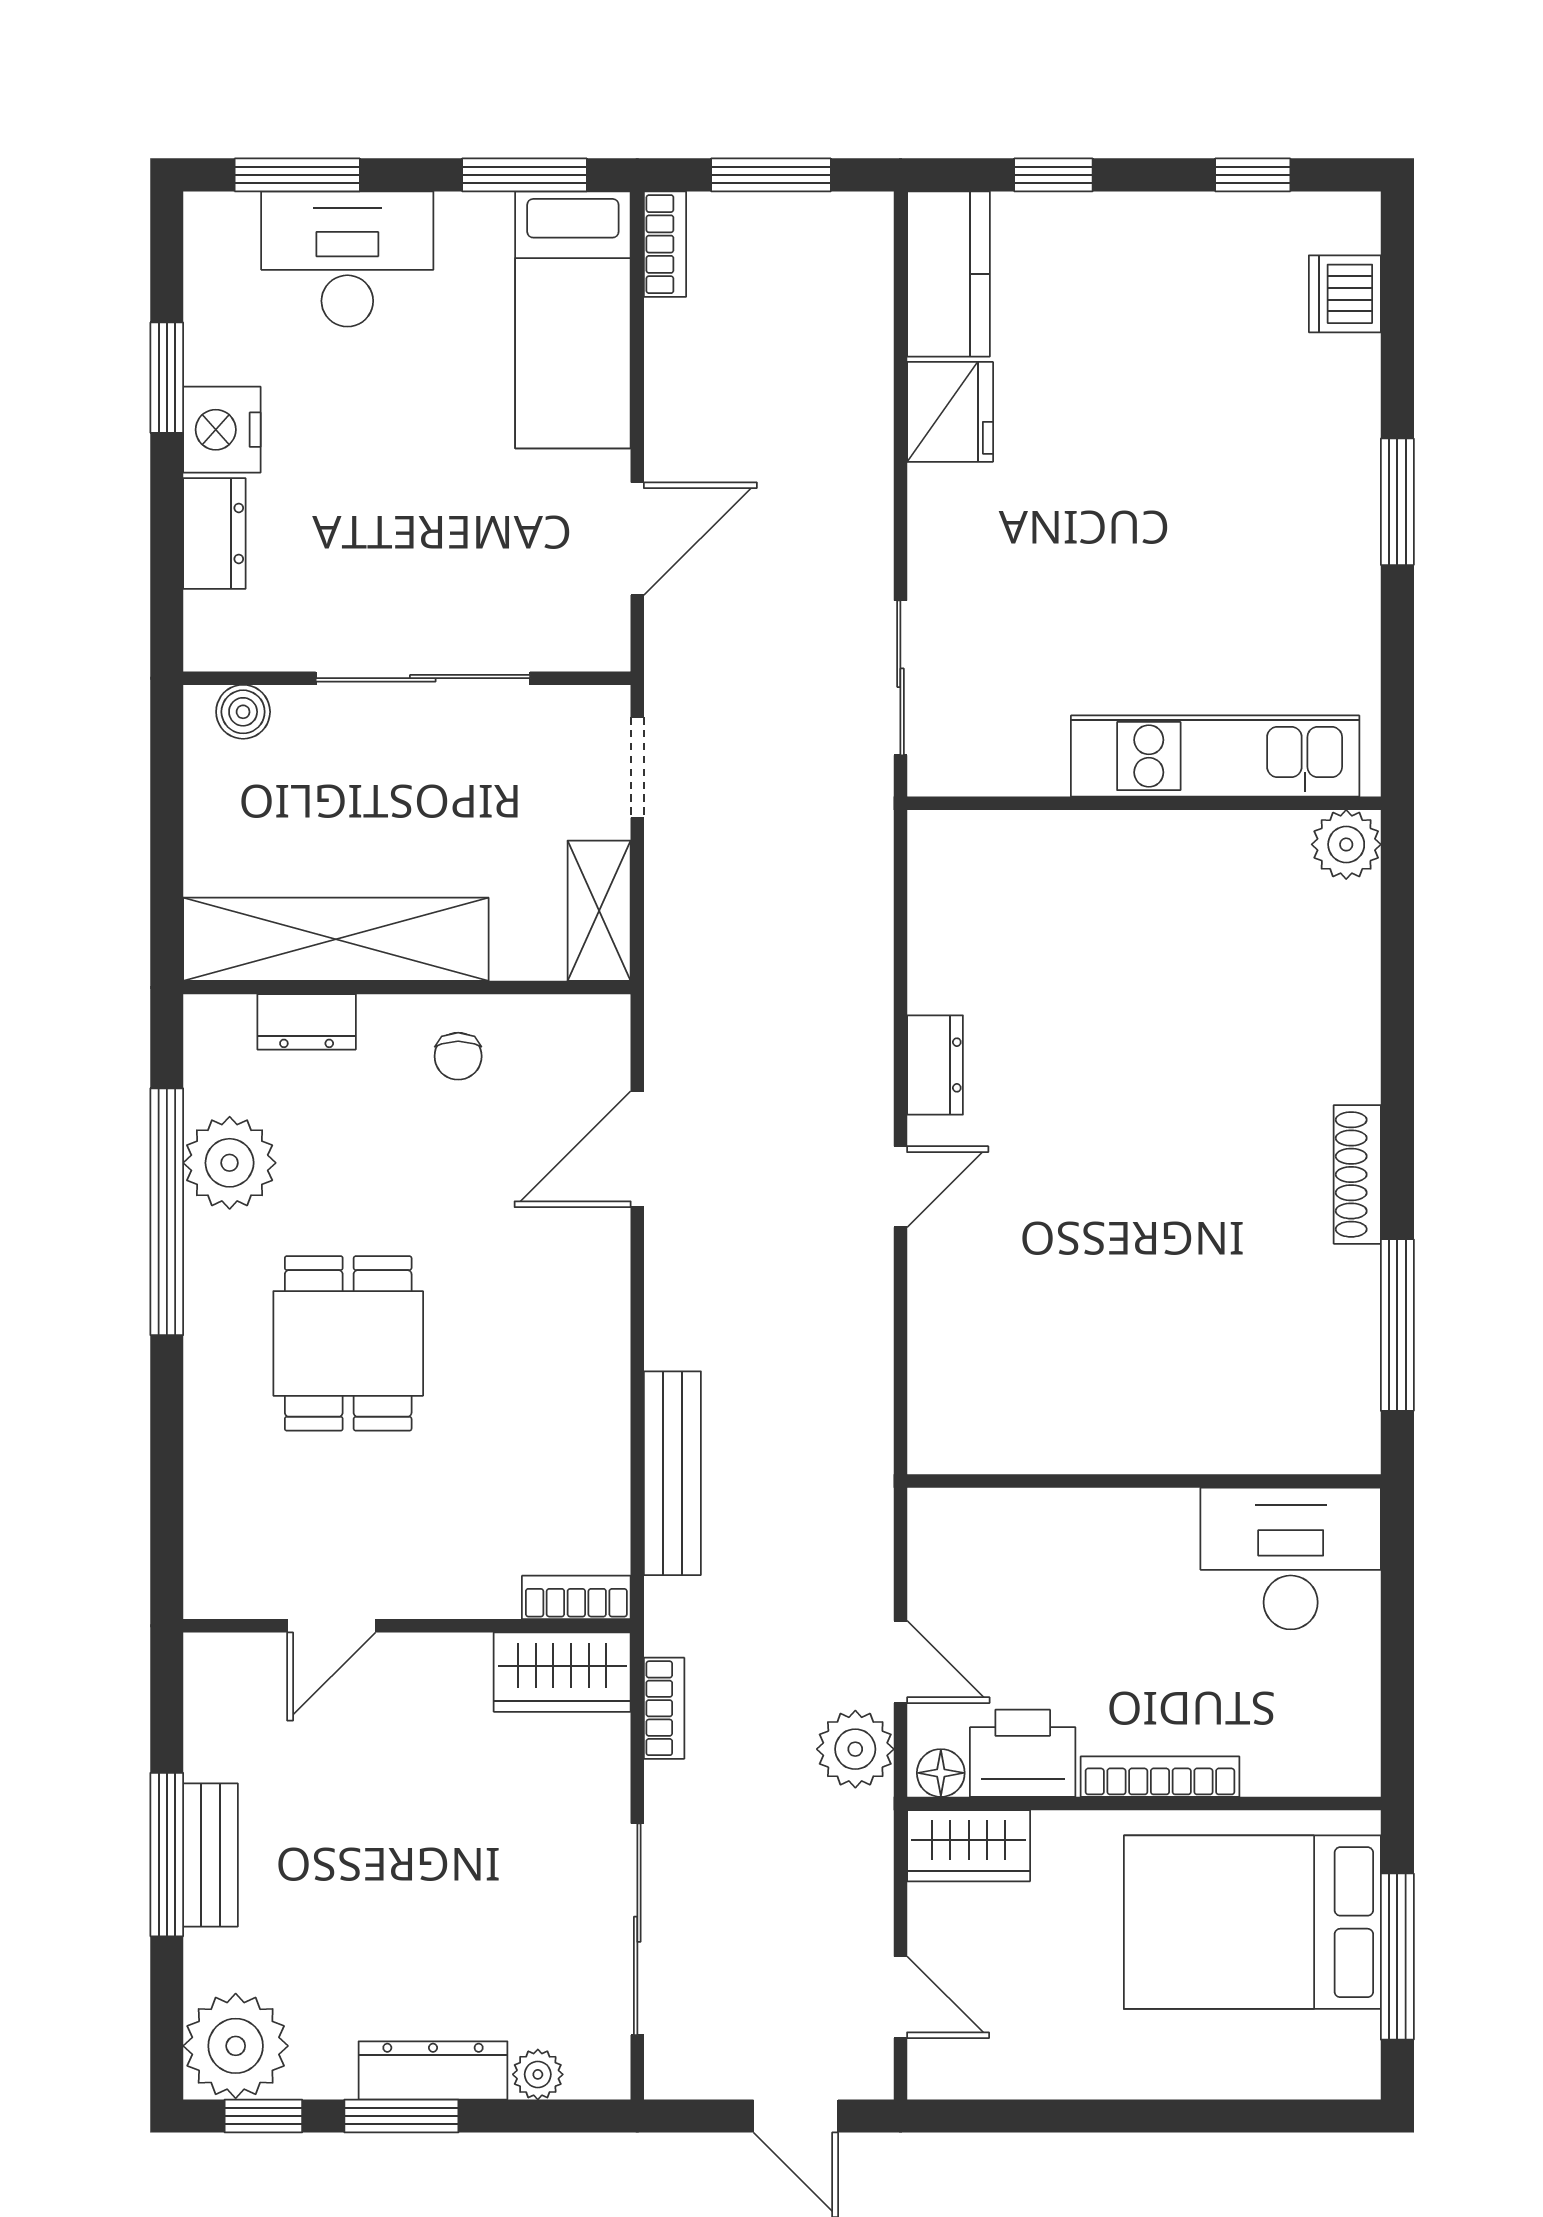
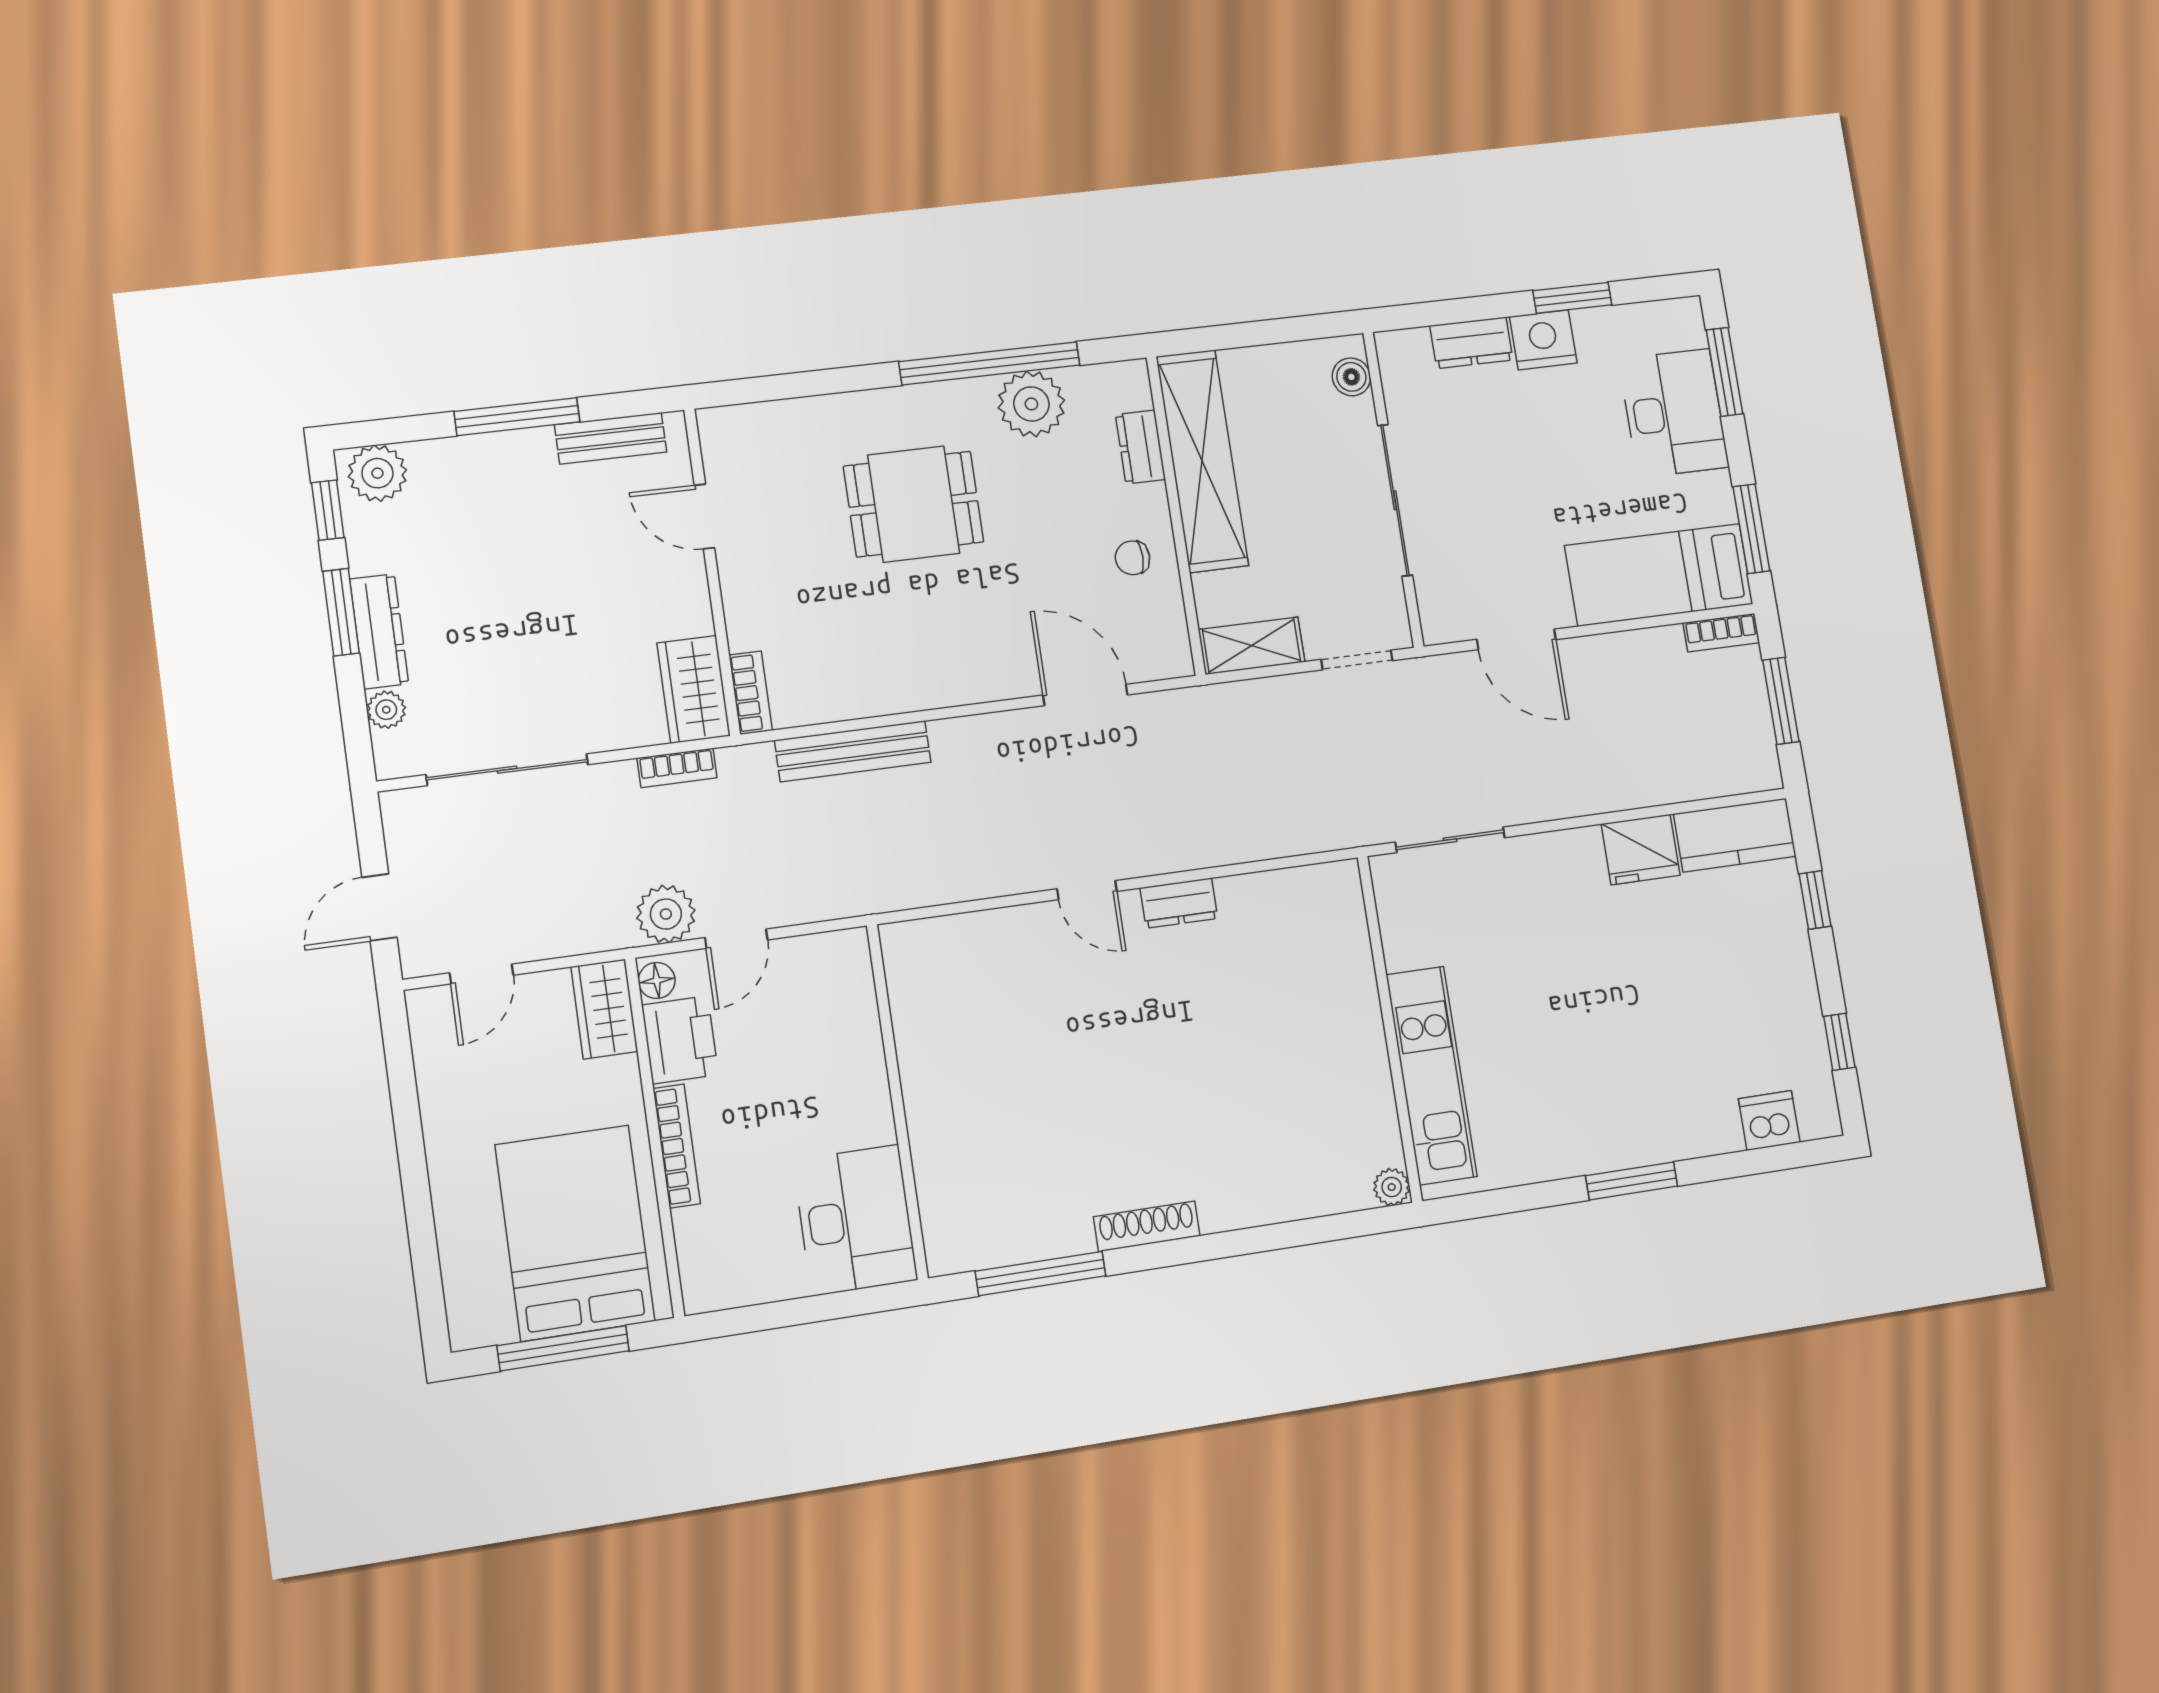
plant: (1346, 844) -> (1392, 1187), width x0.73, depth x0.73
bench: (211, 1855) -> (611, 438), moved
plant: (236, 2046) -> (377, 473), width x0.73, depth x0.73

